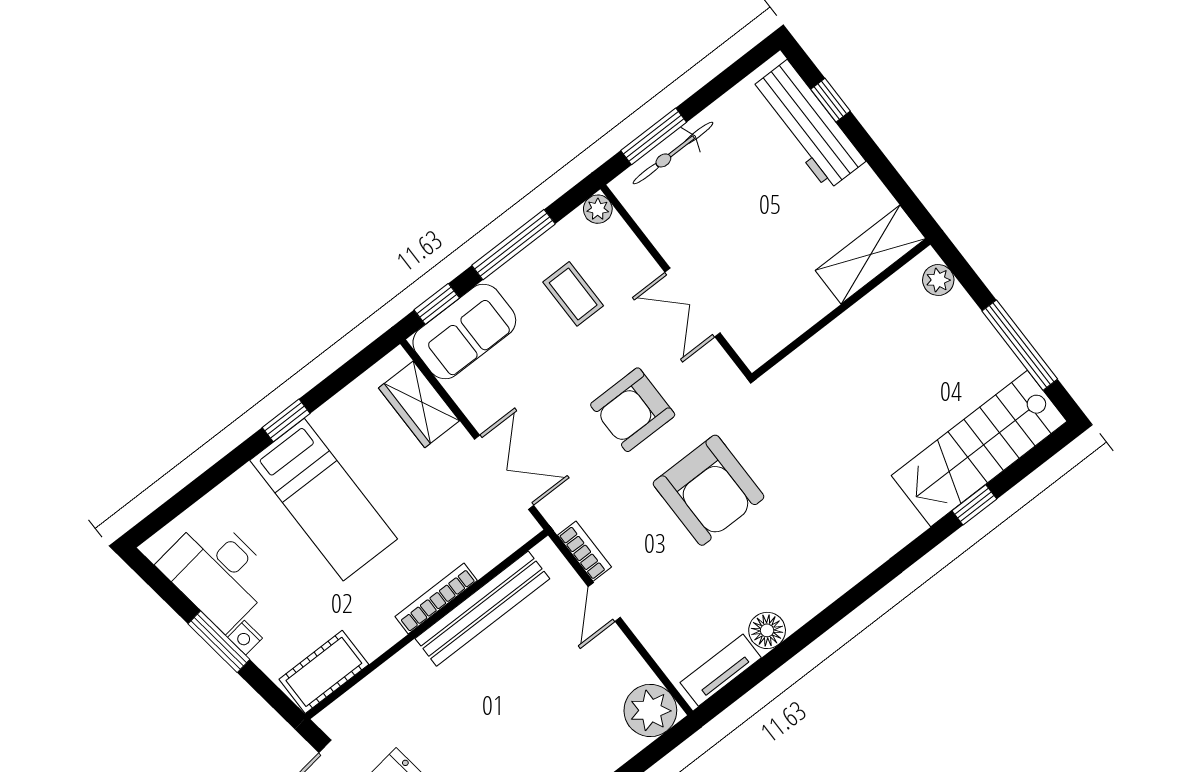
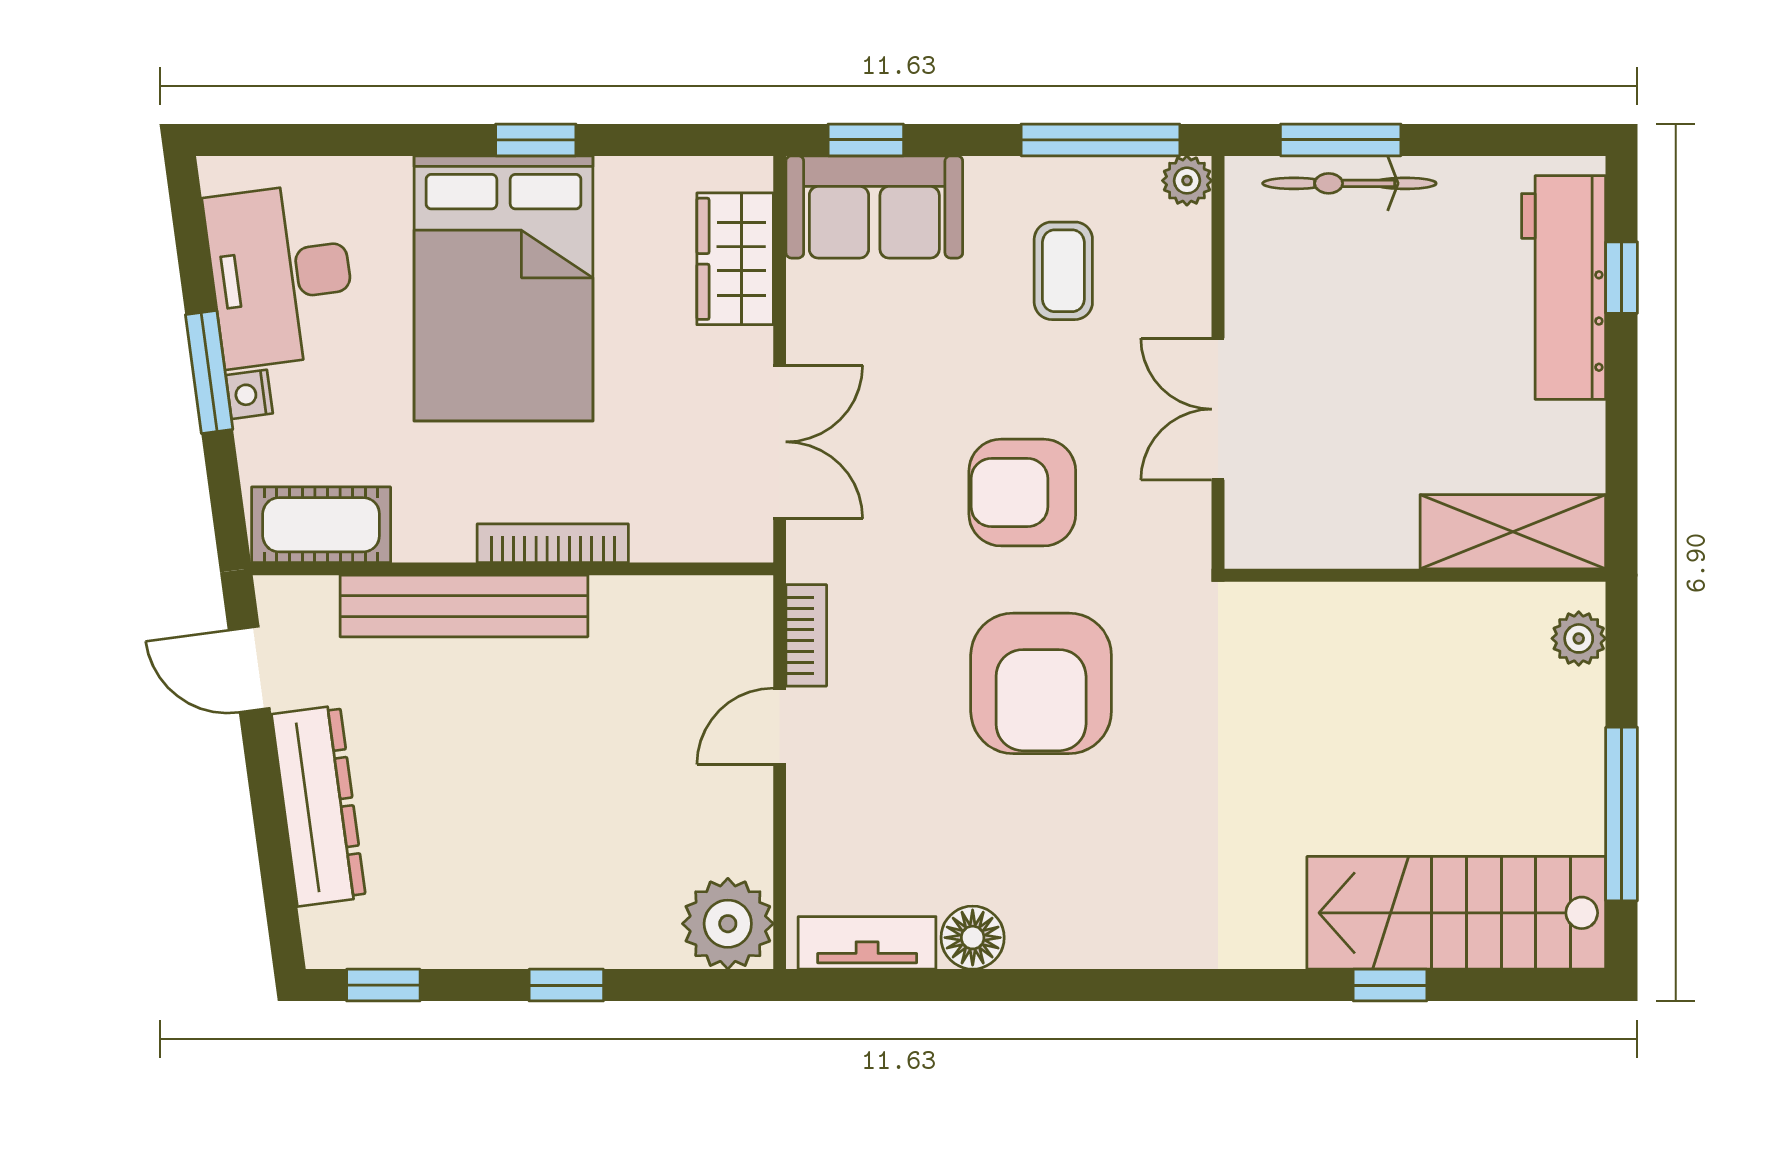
window: (514, 245) -> (1100, 140), moved
bed: (324, 500) -> (503, 288), width x1.50
bench: (482, 609) -> (464, 606), moved

